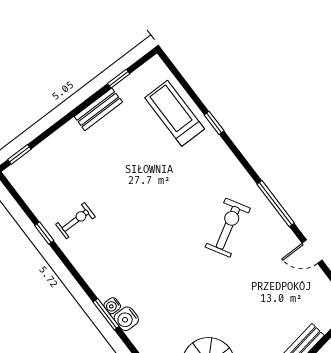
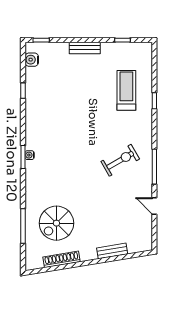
bench: (98, 109) -> (85, 48), moved
treadmill: (175, 113) -> (126, 90), moved
exercise bike: (75, 221) -> (44, 97), removed
water cooler: (126, 319) -> (32, 60), moved

